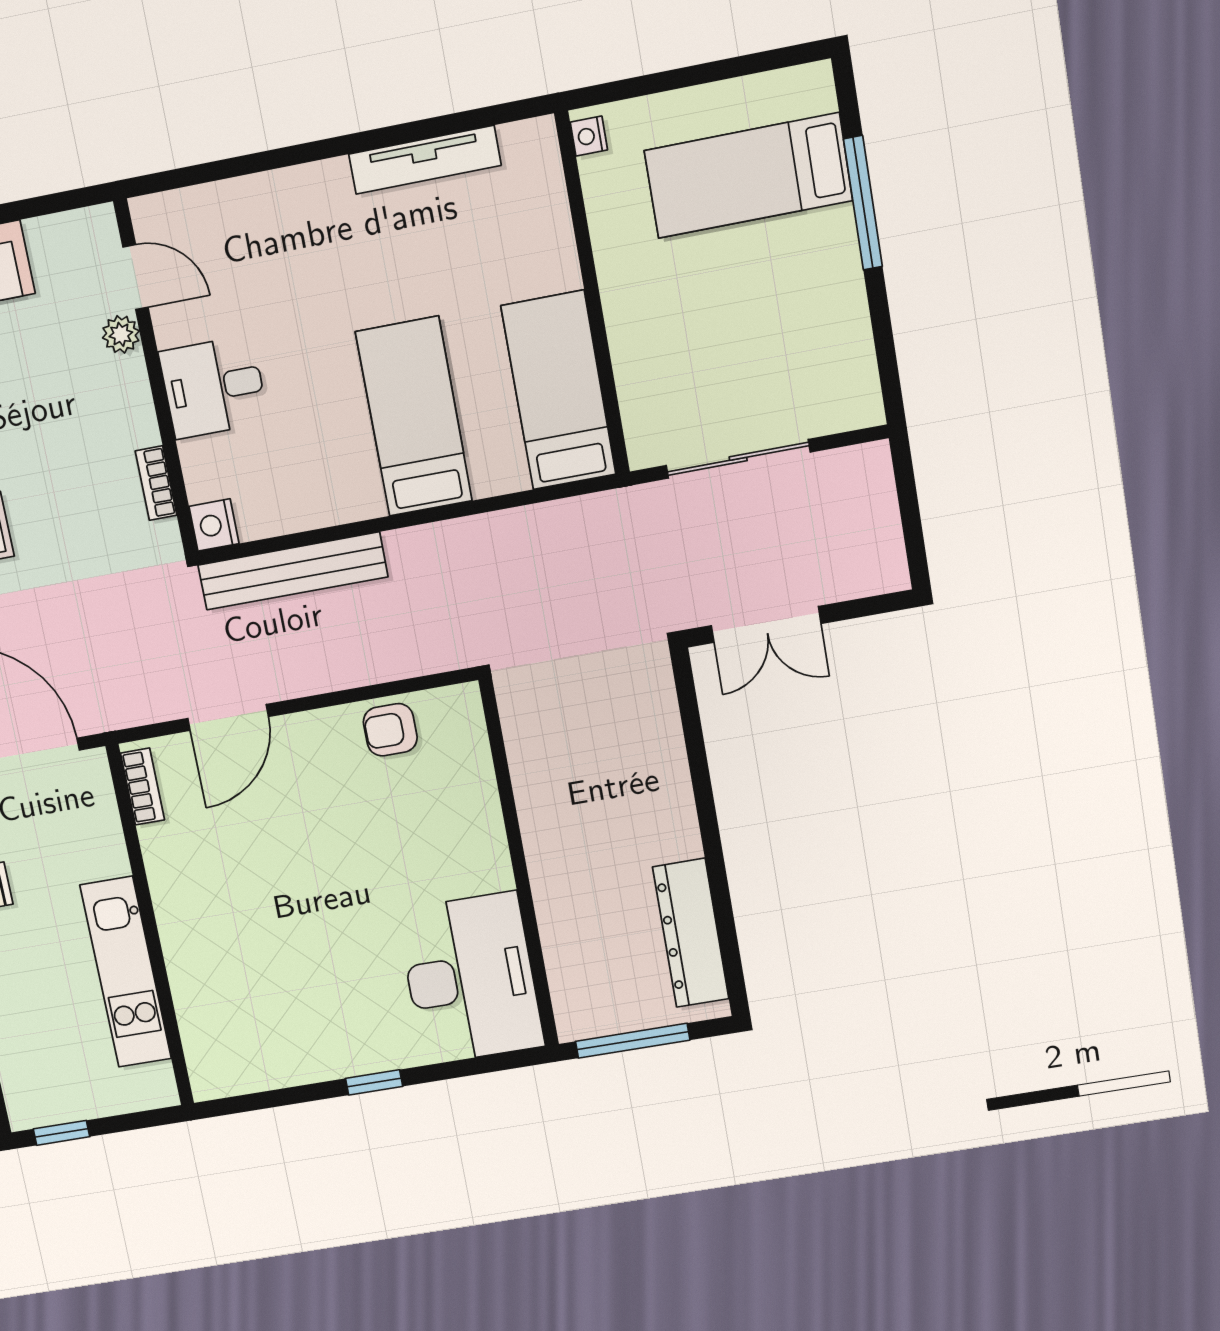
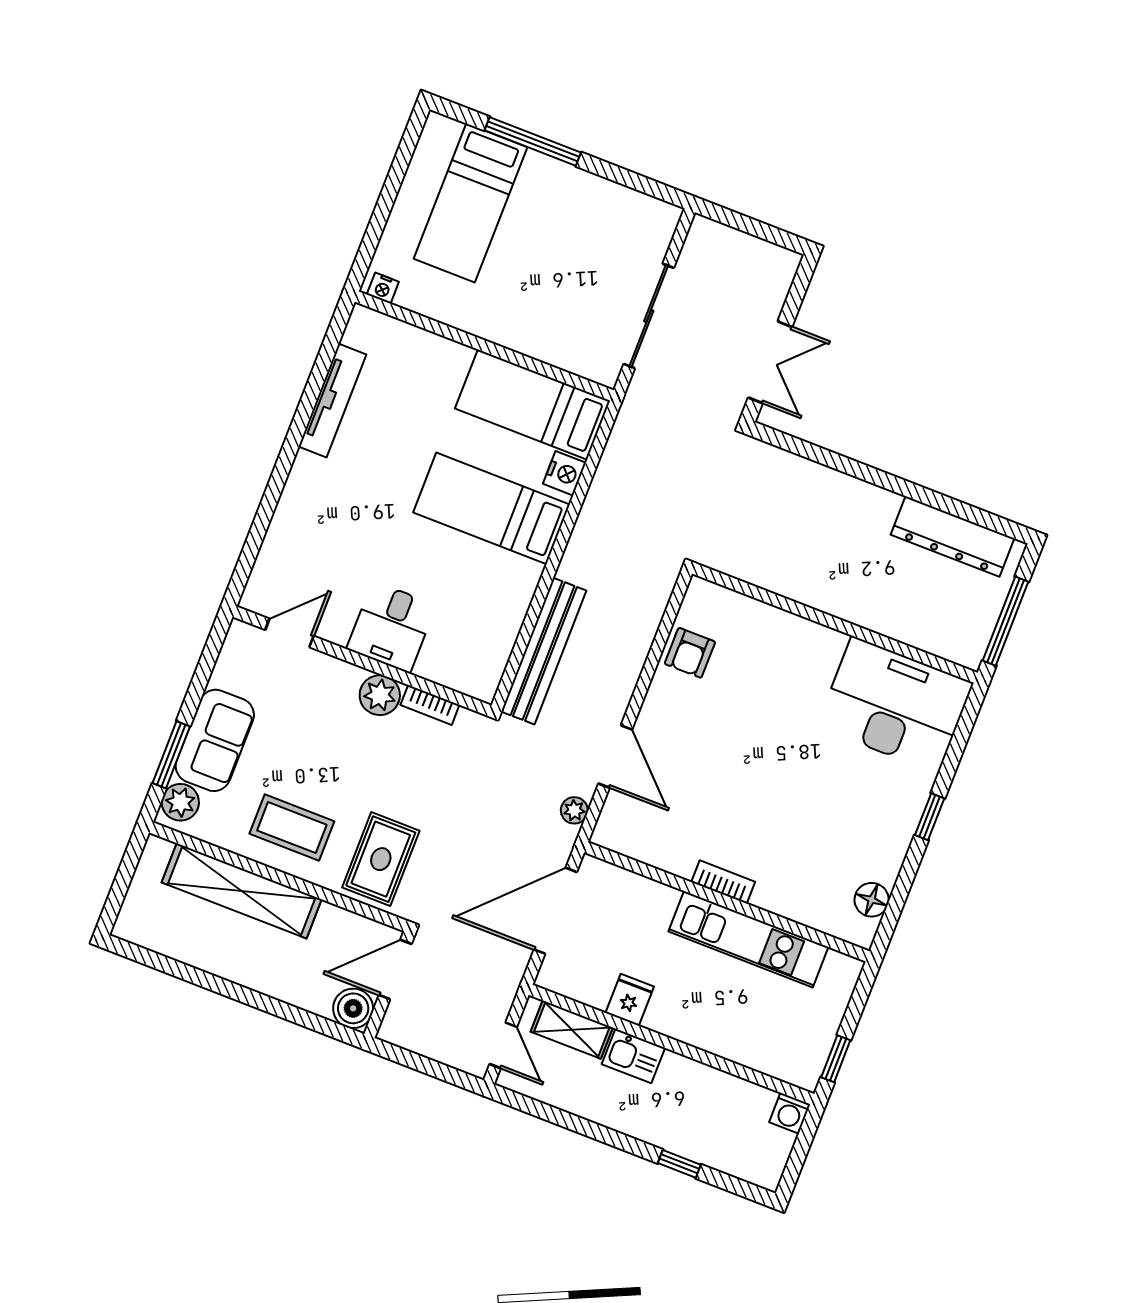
plant: (121, 334) -> (380, 695), moved, width x1.38, depth x1.38
nightstand: (214, 525) -> (564, 473), moved, turned -90
plant: (143, 709) -> (574, 810), added
bookcase: (143, 786) -> (723, 882), moved
floor lamp: (249, 1074) -> (872, 900), added

